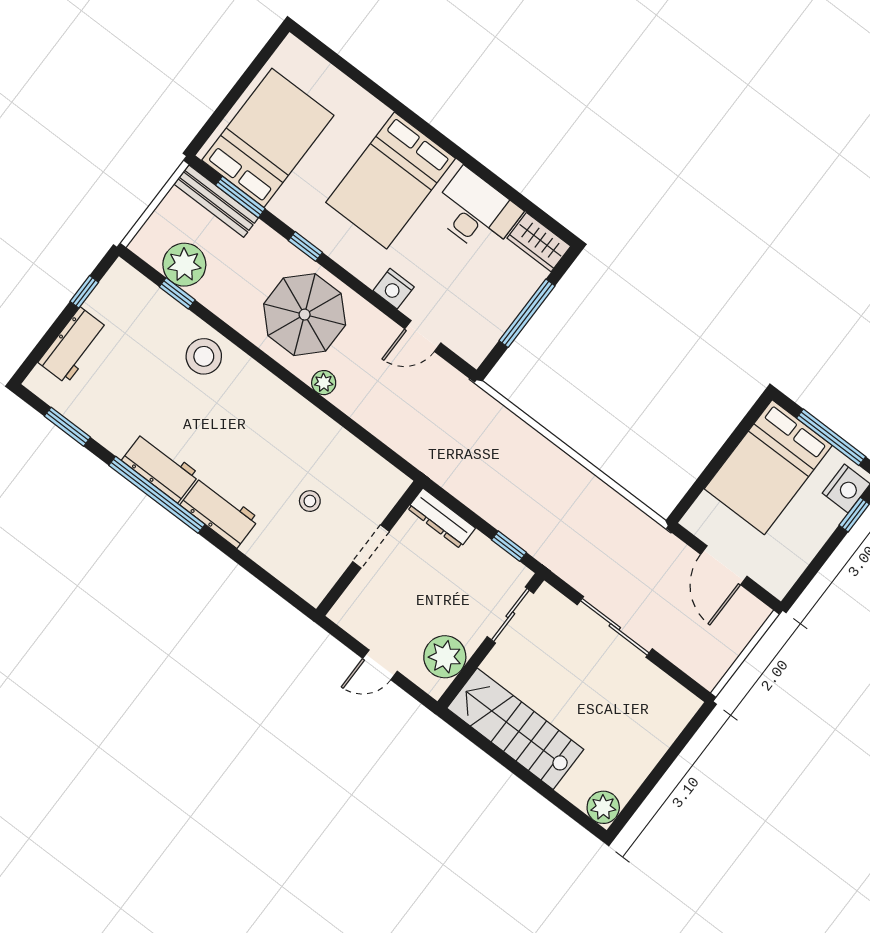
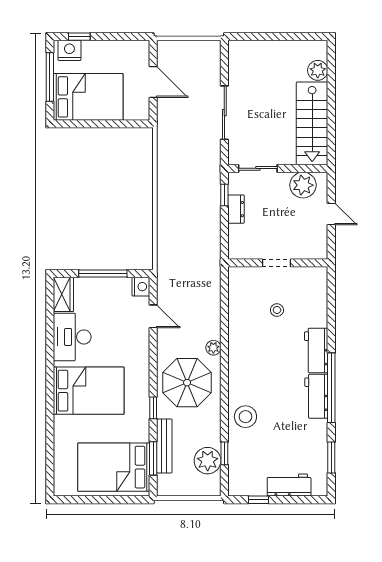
bench: (216, 201) -> (164, 446), moved
nightstand: (394, 289) -> (141, 287), moved
dresser: (441, 518) -> (236, 209), moved, width x0.70
door: (724, 565) -> (153, 82), hinge flipped
plant: (603, 807) -> (318, 70), moved

